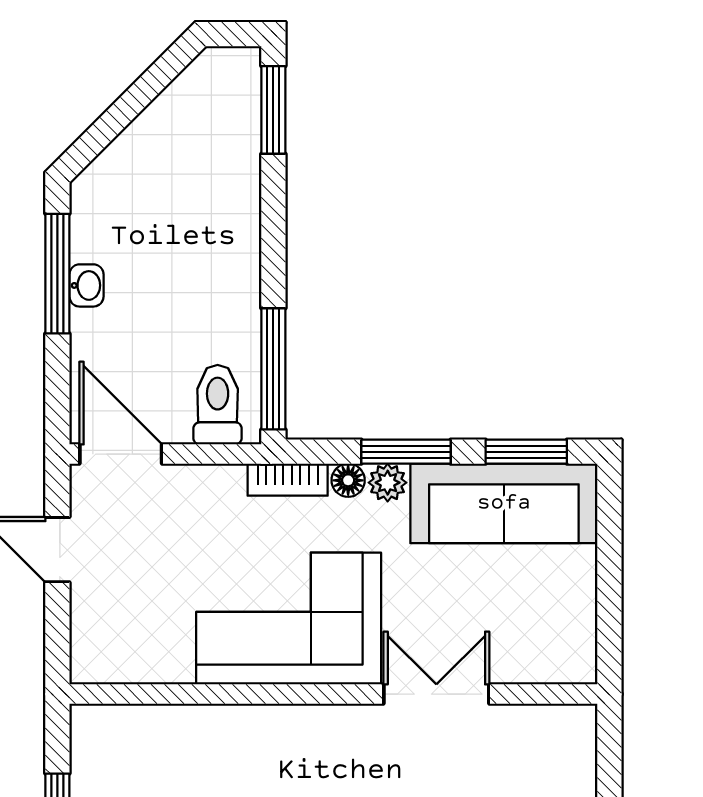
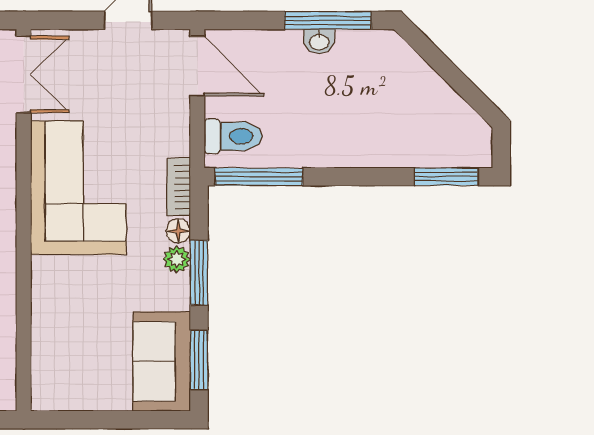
door: (121, 454) -> (197, 66), hinge flipped
sofa: (504, 503) -> (162, 361), width x0.73
double door: (436, 694) -> (24, 74), moved

